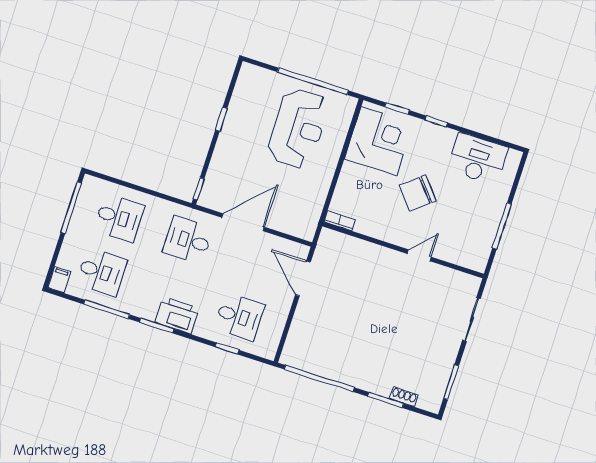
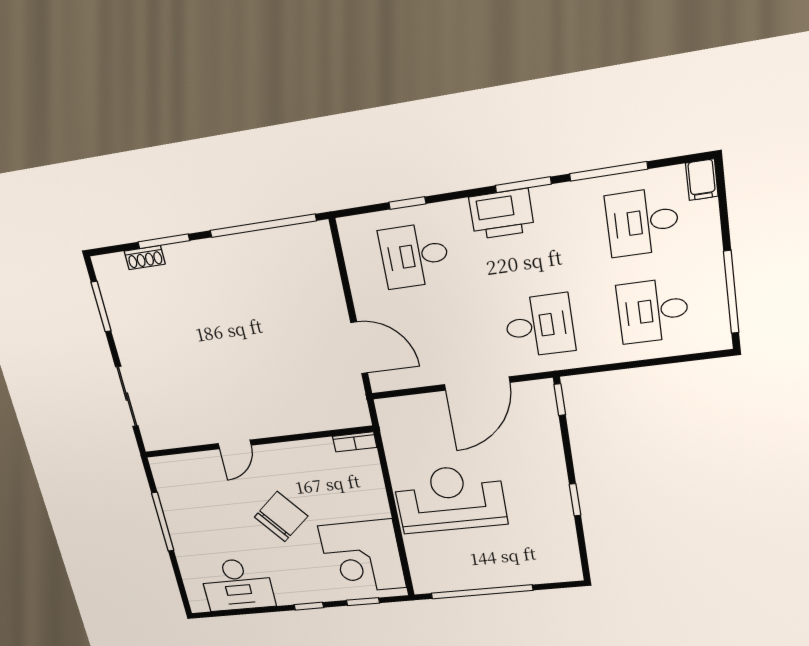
reception desk: (298, 128) -> (450, 499), moved, turned 90

